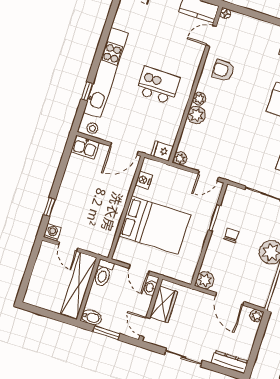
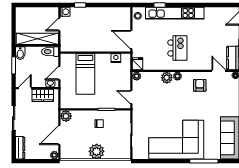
kitchen sink: (85, 147) -> (125, 15), removed
bed: (155, 225) -> (85, 74), width x0.67

